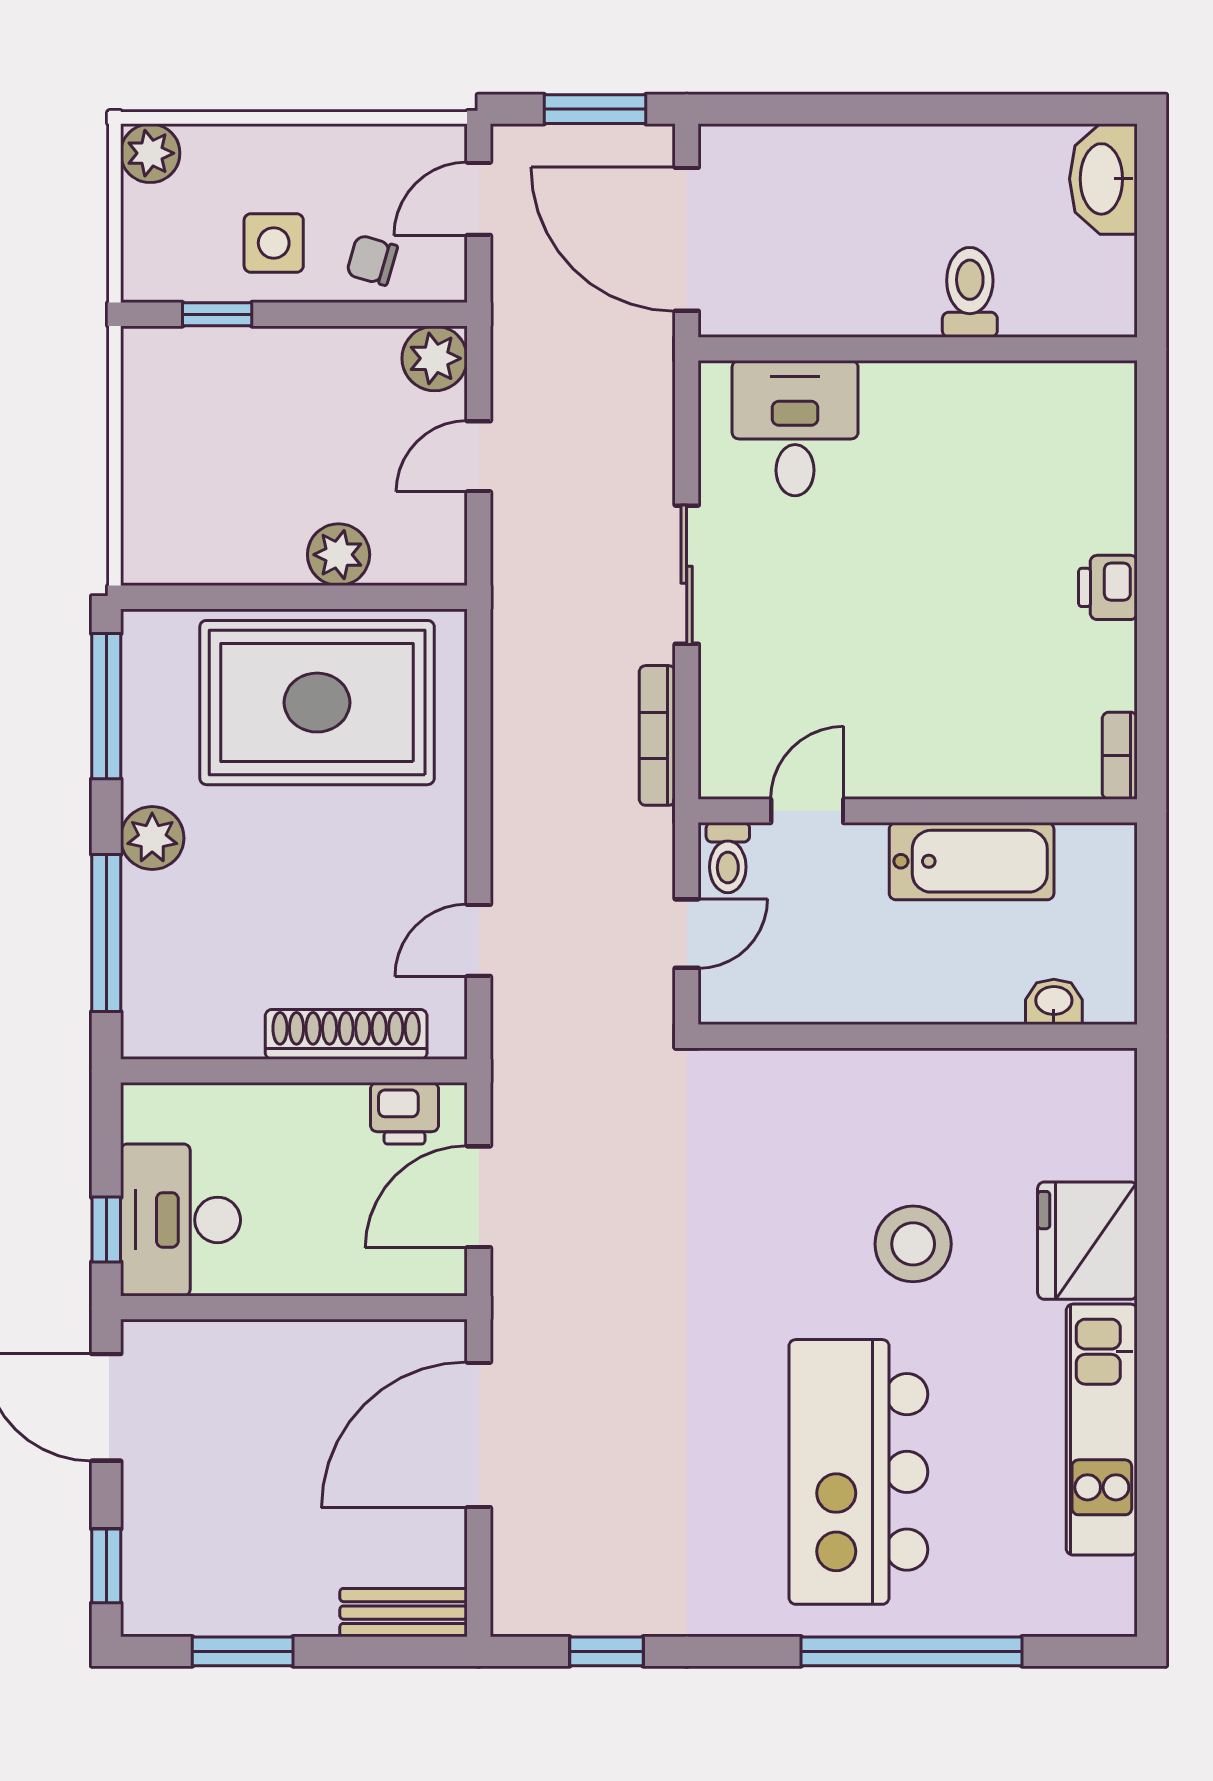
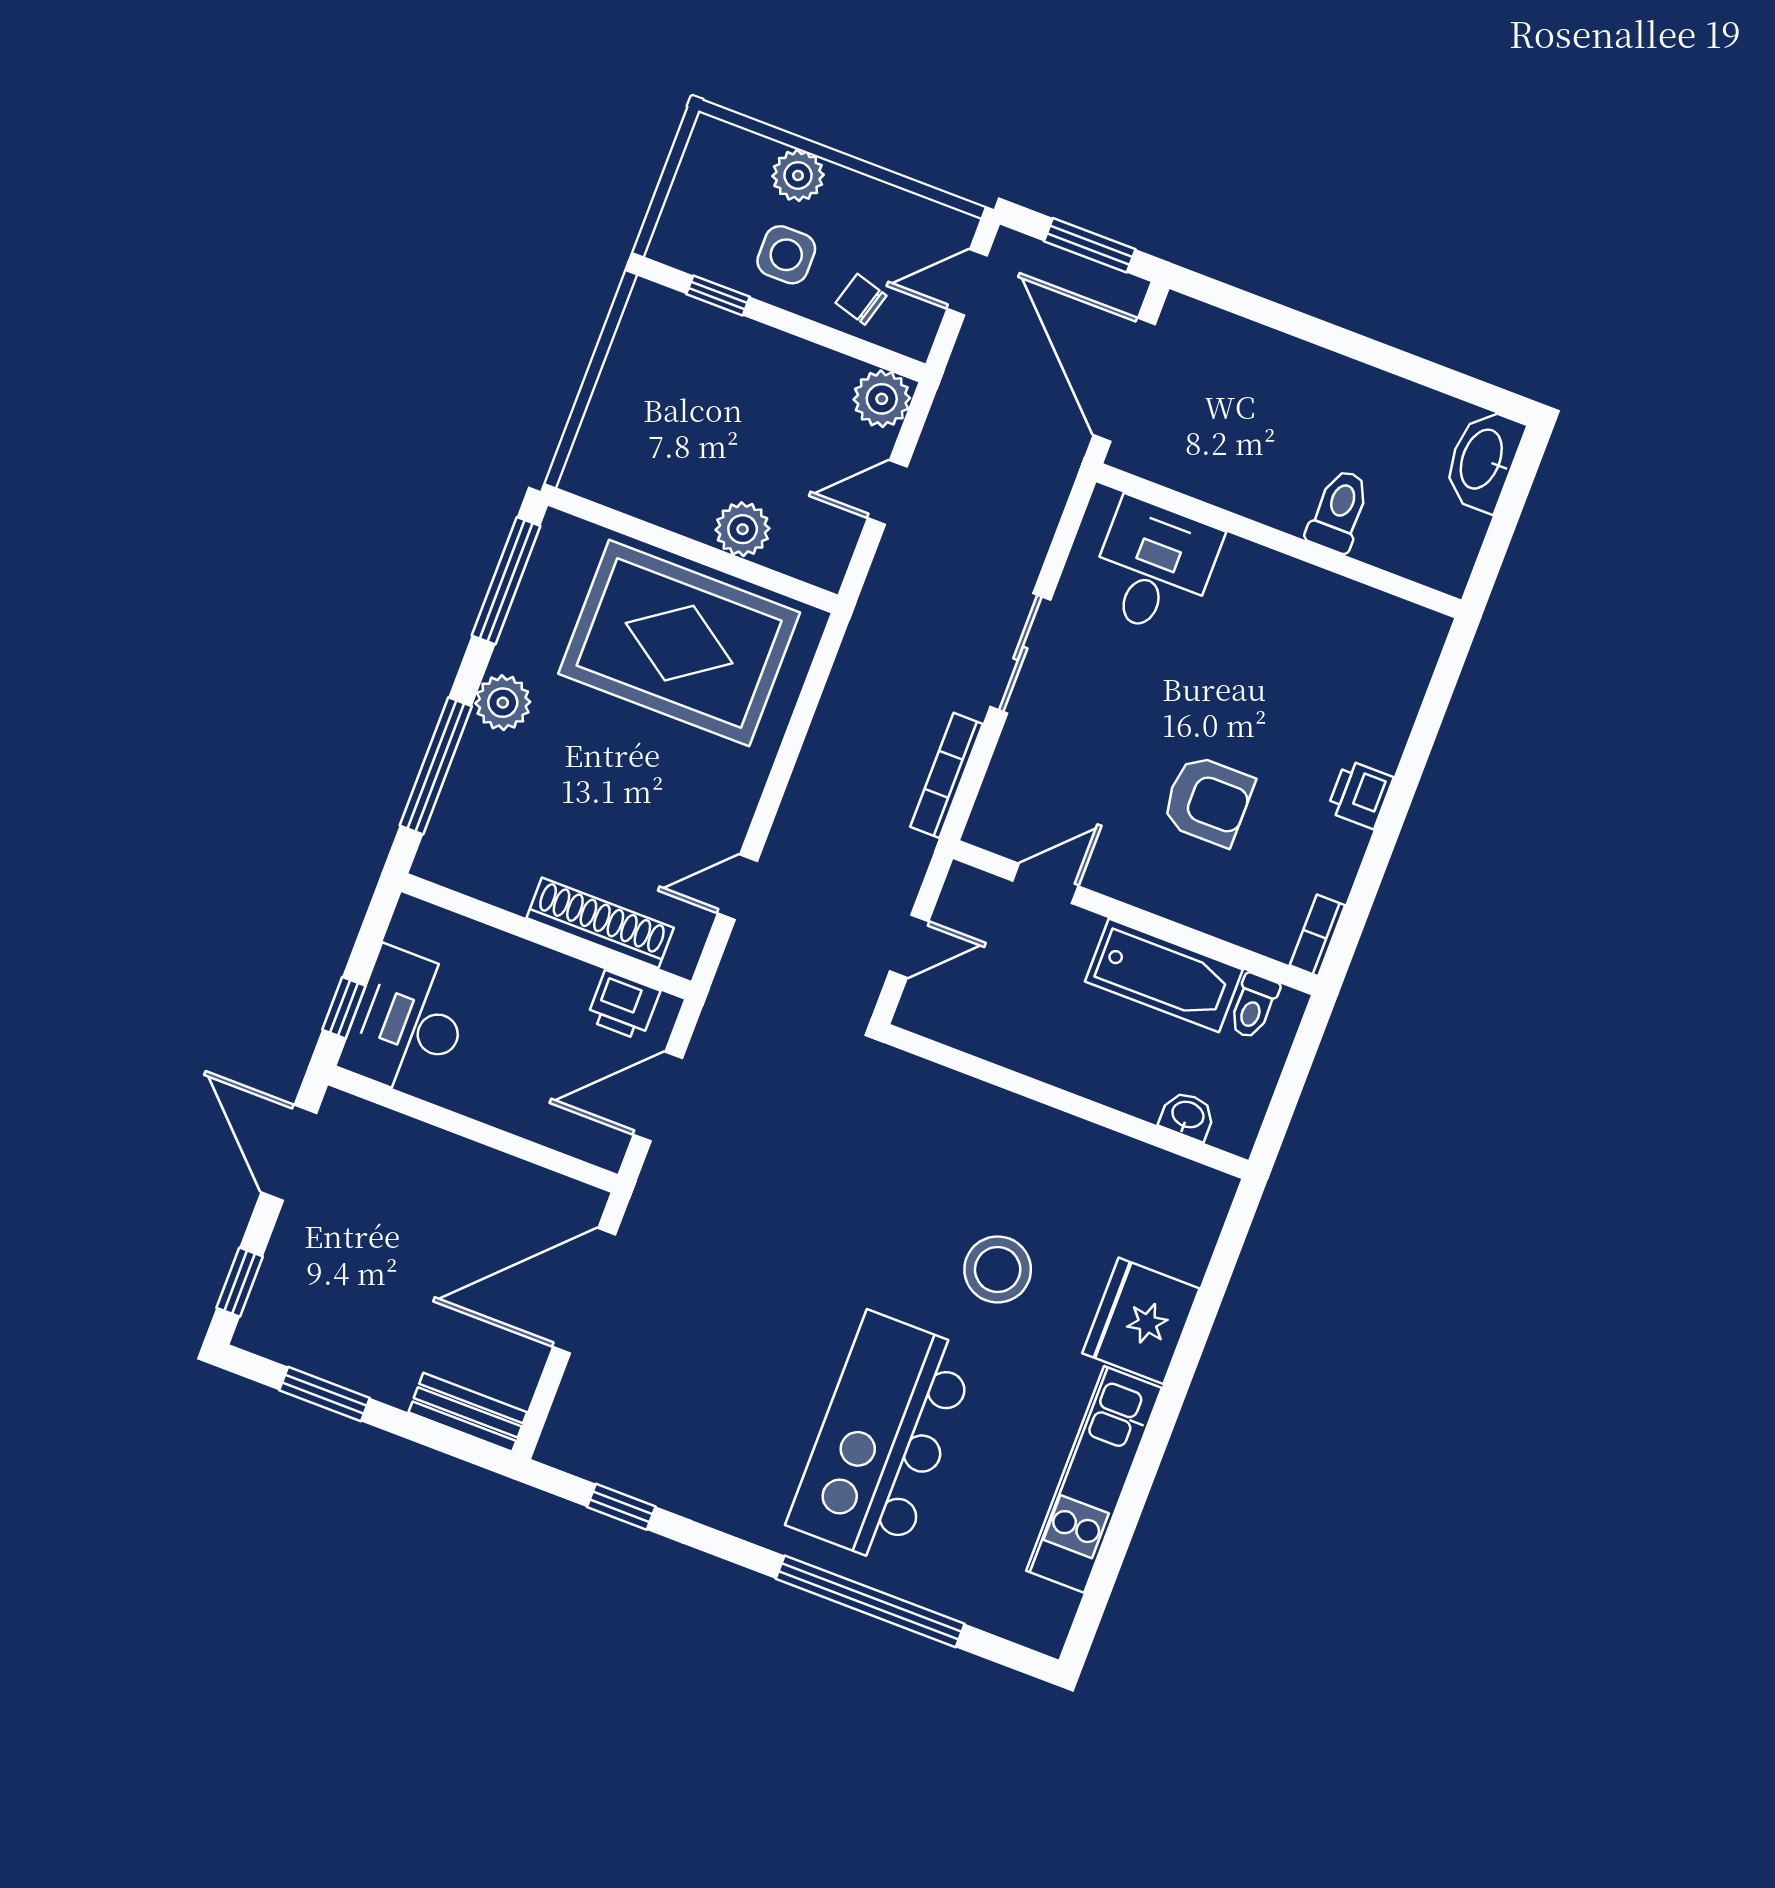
plant: (150, 153) -> (798, 175), moved
armchair: (947, 656) -> (1208, 801), added
toilet: (728, 858) -> (1253, 1006), moved

